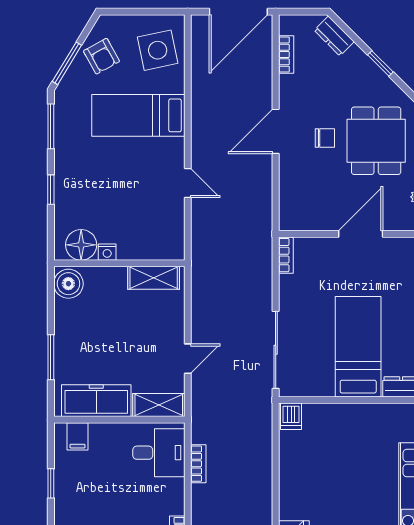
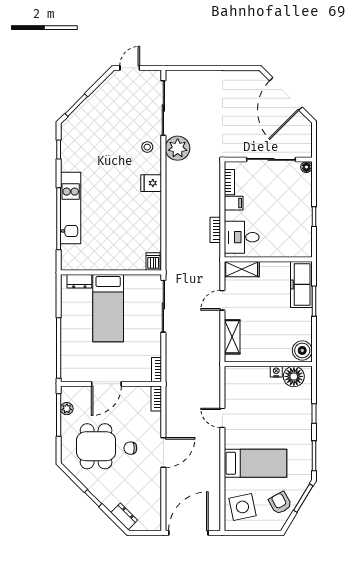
bookcase: (286, 55) -> (156, 398), moved
shelving: (154, 278) -> (232, 337), moved, turned 90
freezer: (96, 401) -> (301, 284), moved, turned 90
filing cabinet: (77, 436) -> (234, 203), moved, turned 90

